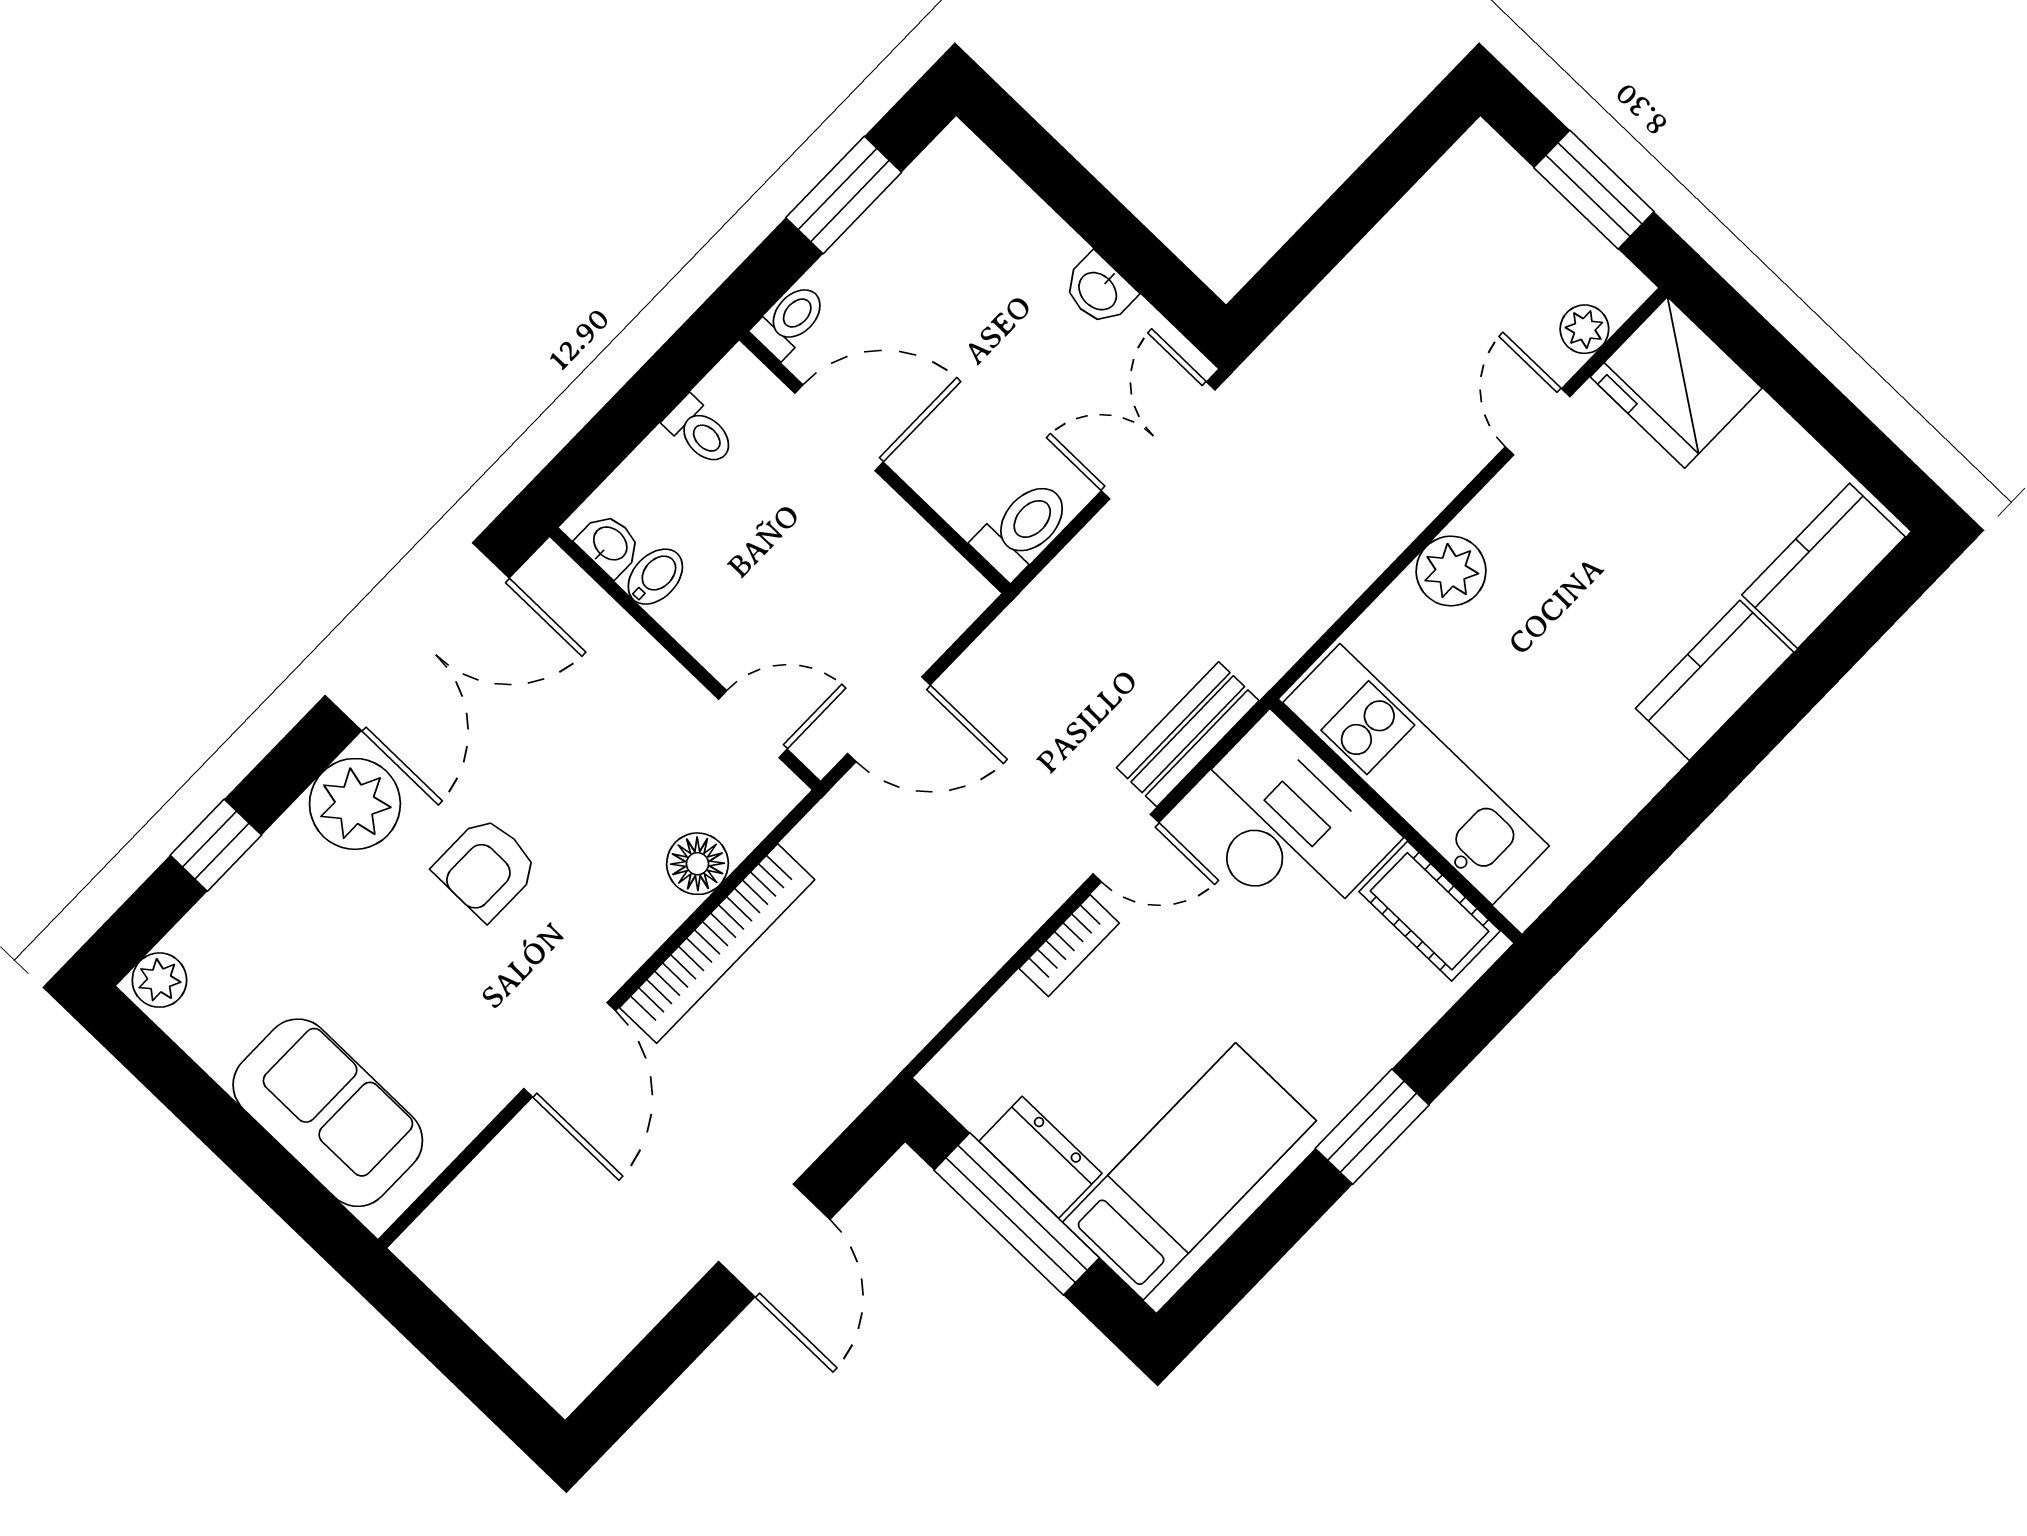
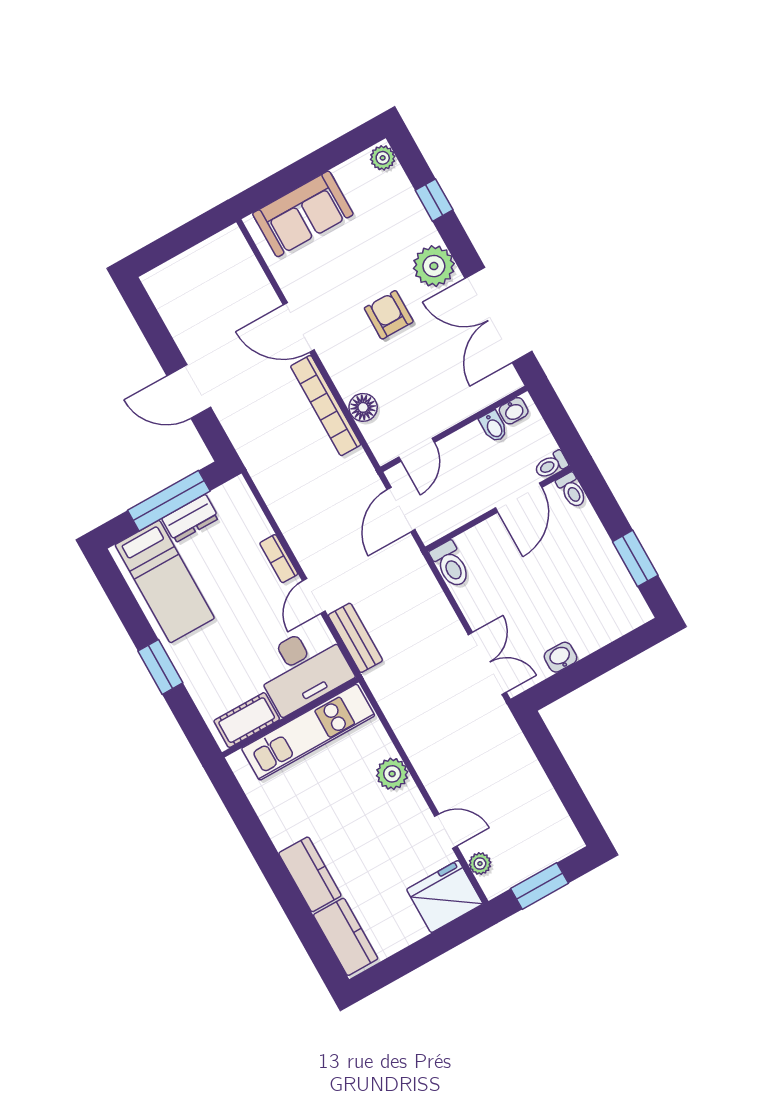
toilet: (790, 320) -> (572, 490), moved
door: (839, 428) -> (519, 498), moved
wall: (875, 462) -> (499, 509), moved
toilet: (1023, 529) -> (451, 565), moved

